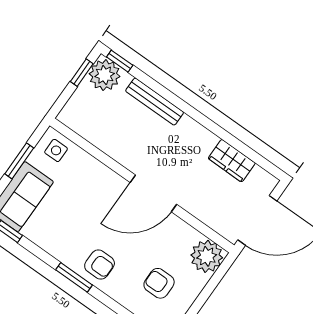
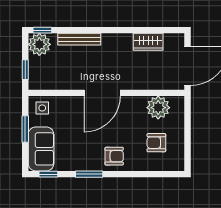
window: (82, 73) -> (25, 70), moved
door: (153, 193) -> (102, 93), moved
plant: (207, 256) -> (158, 108), moved
window: (74, 277) -> (89, 174), moved

